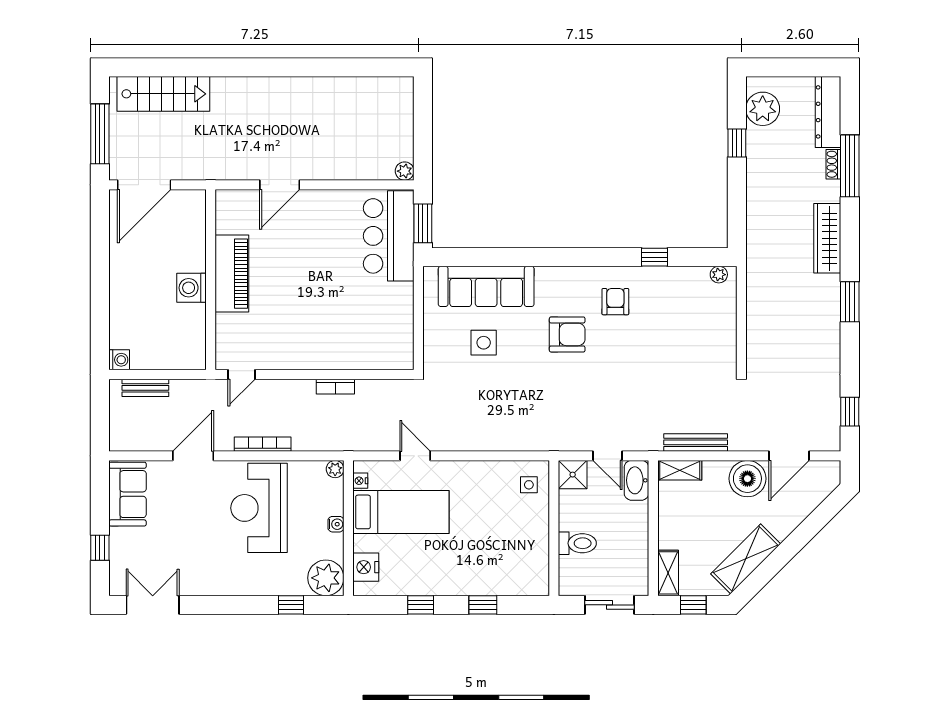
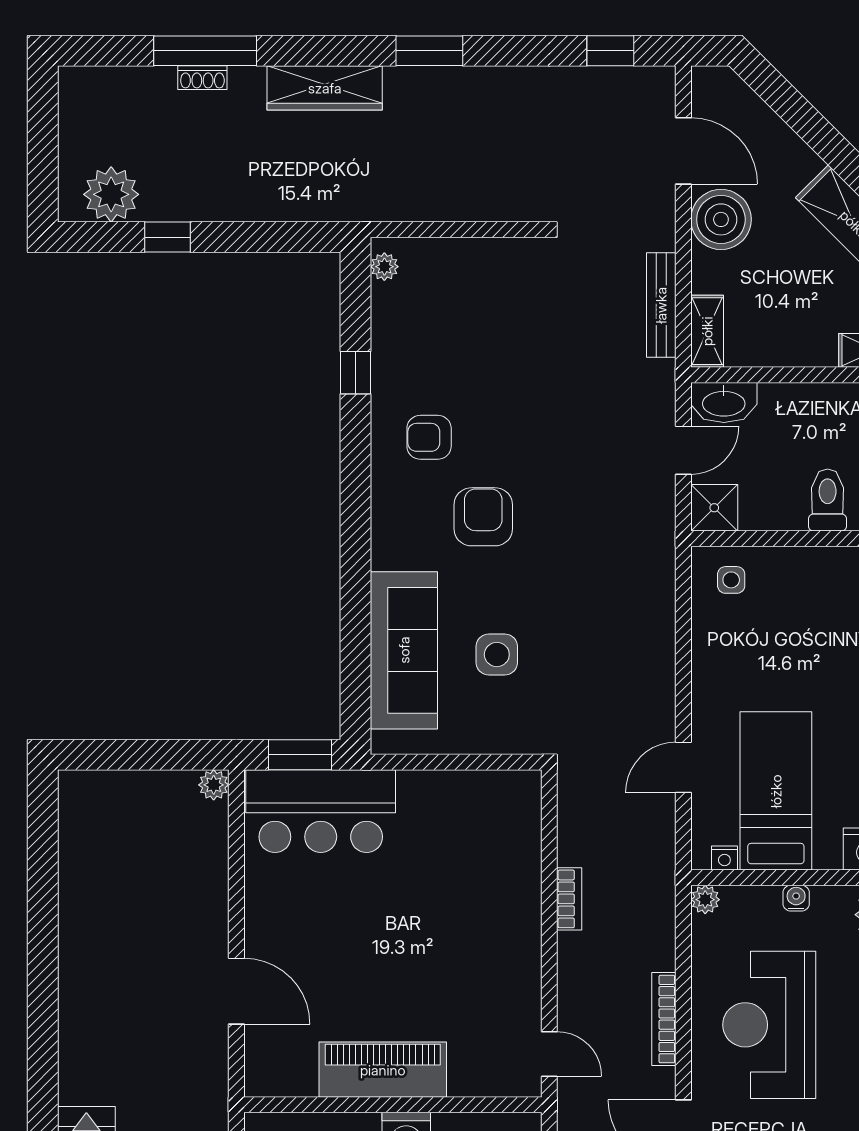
dresser: (828, 112) -> (116, 87), removed
reception desk: (259, 508) -> (769, 1025), turned 90

